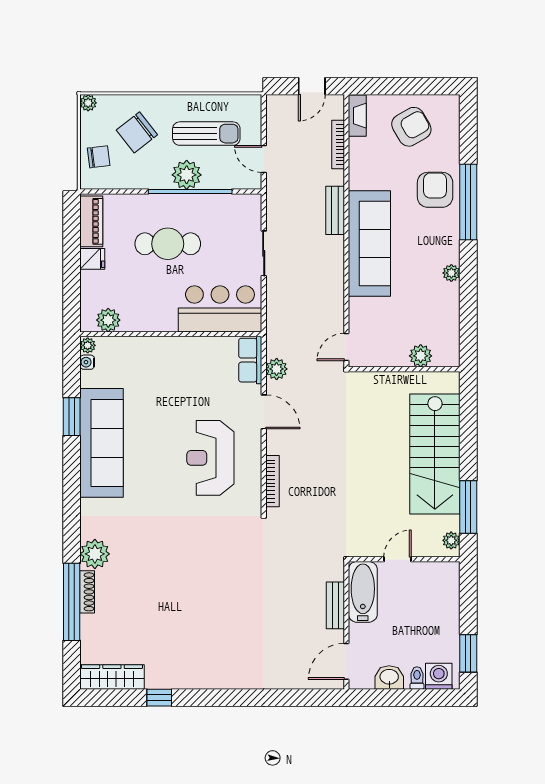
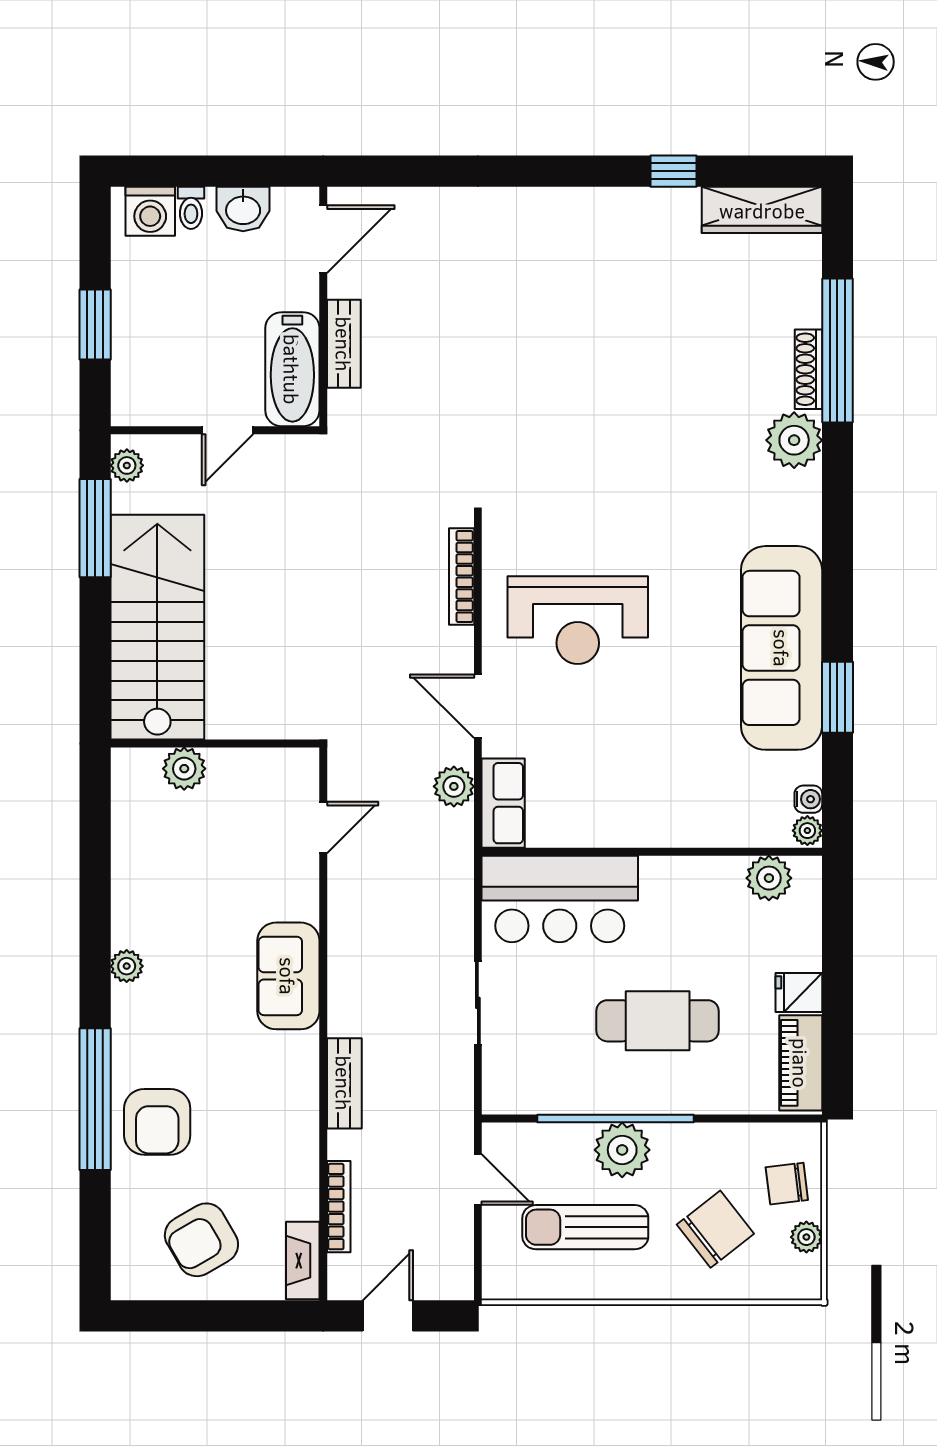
plant: (88, 103) -> (806, 1237), moved
sofa: (369, 243) -> (288, 976), width x0.54, depth x0.79
plant: (421, 356) -> (184, 769), moved
wall: (404, 369) -> (215, 743), moved
reception desk: (210, 458) -> (578, 620), turned 90
window: (468, 653) -> (95, 324), moved

